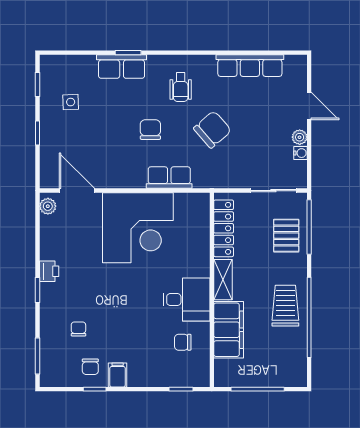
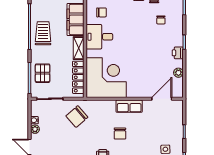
chair: (212, 129) -> (77, 117), moved
row of seats: (169, 178) -> (129, 106), moved
door: (77, 191) -> (162, 99), swing flipped
plant: (48, 206) -> (178, 73), moved
corner desk: (138, 228) -> (106, 78), moved, turned 90
trolley: (285, 306) -> (43, 33), turned 180

